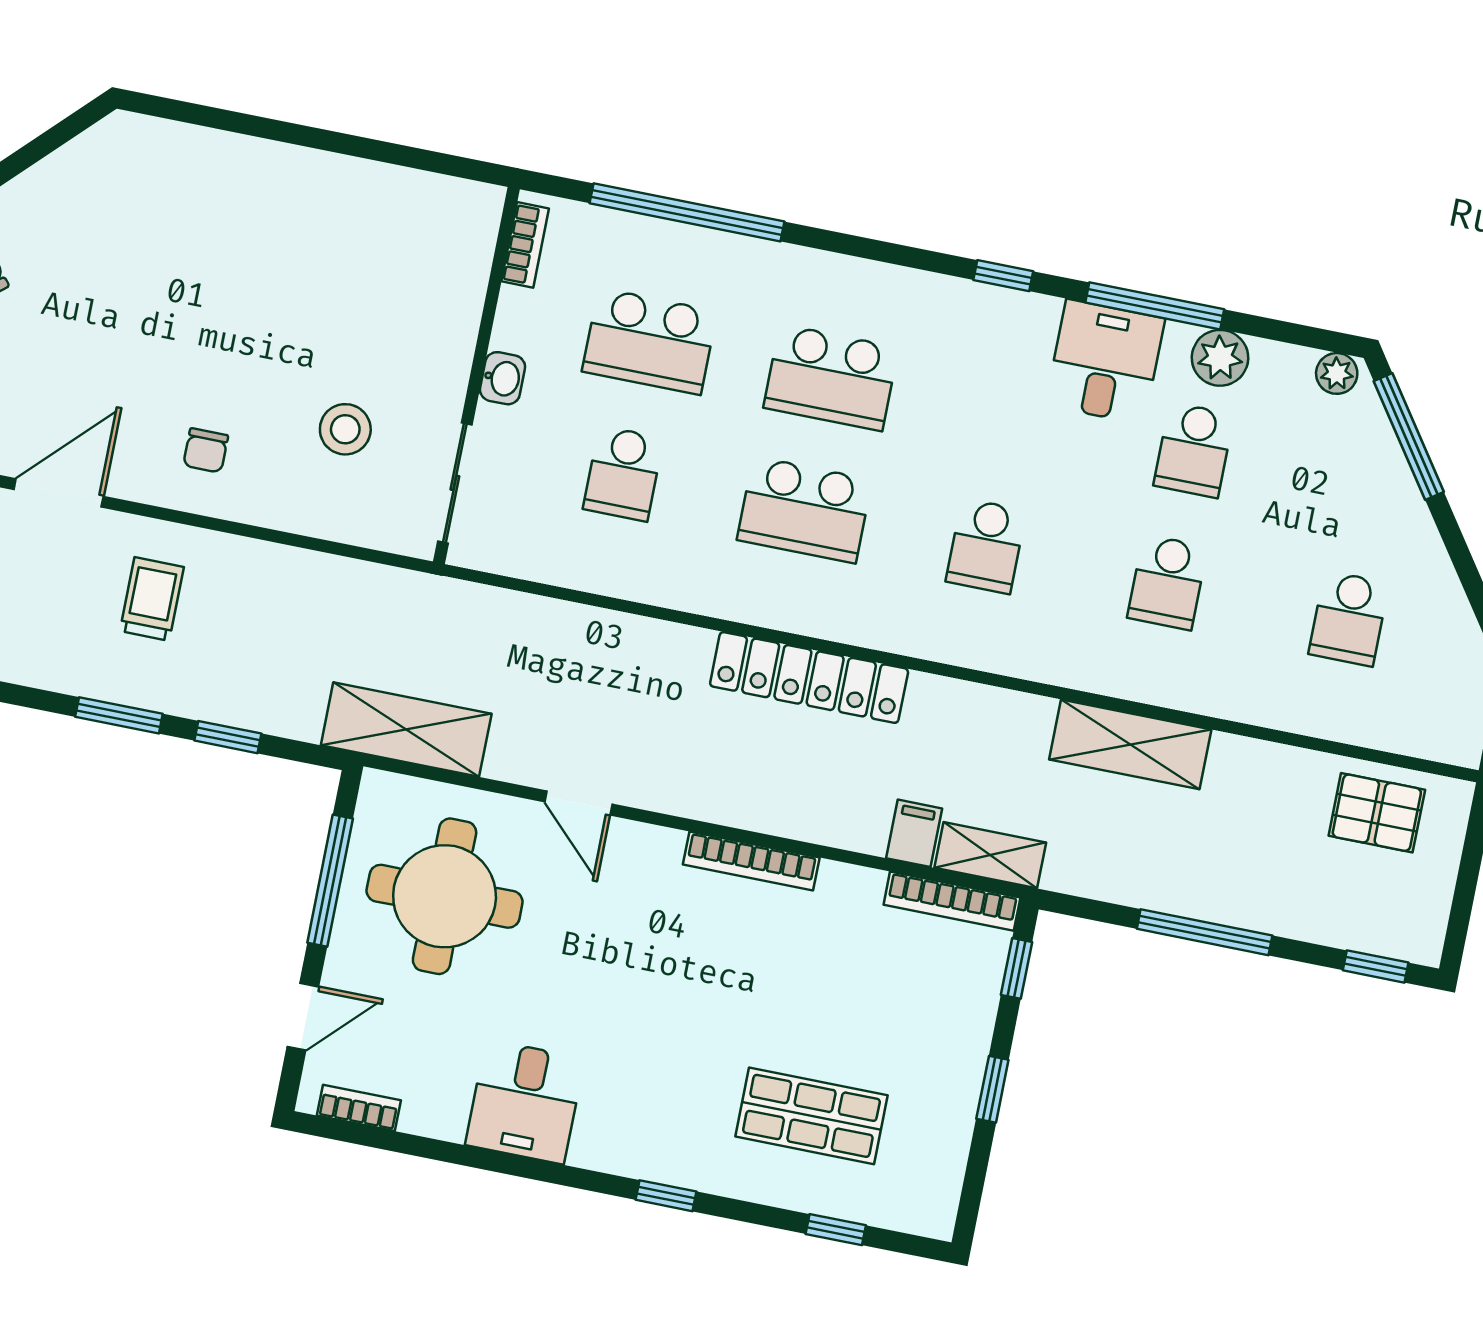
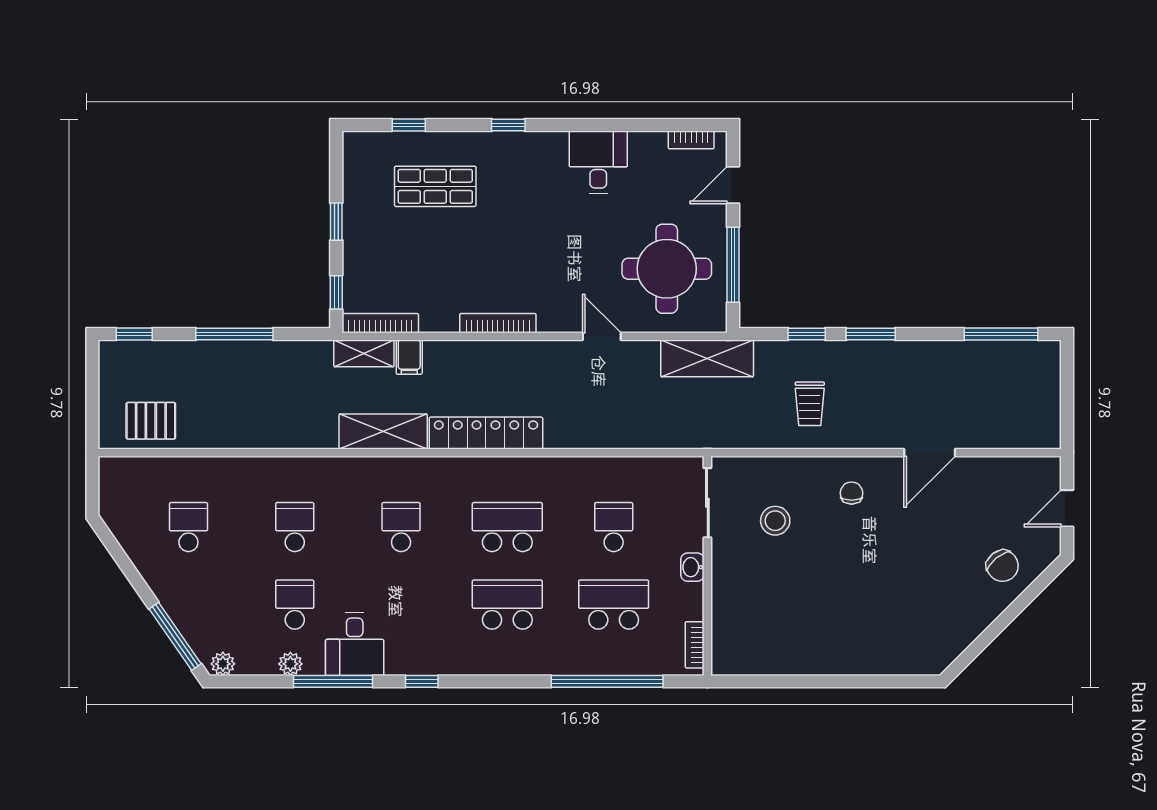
plant: (1220, 358) -> (290, 664), width x0.73, depth x0.73
trolley: (152, 599) -> (810, 404), moved
shelving: (1130, 744) -> (383, 431), moved

